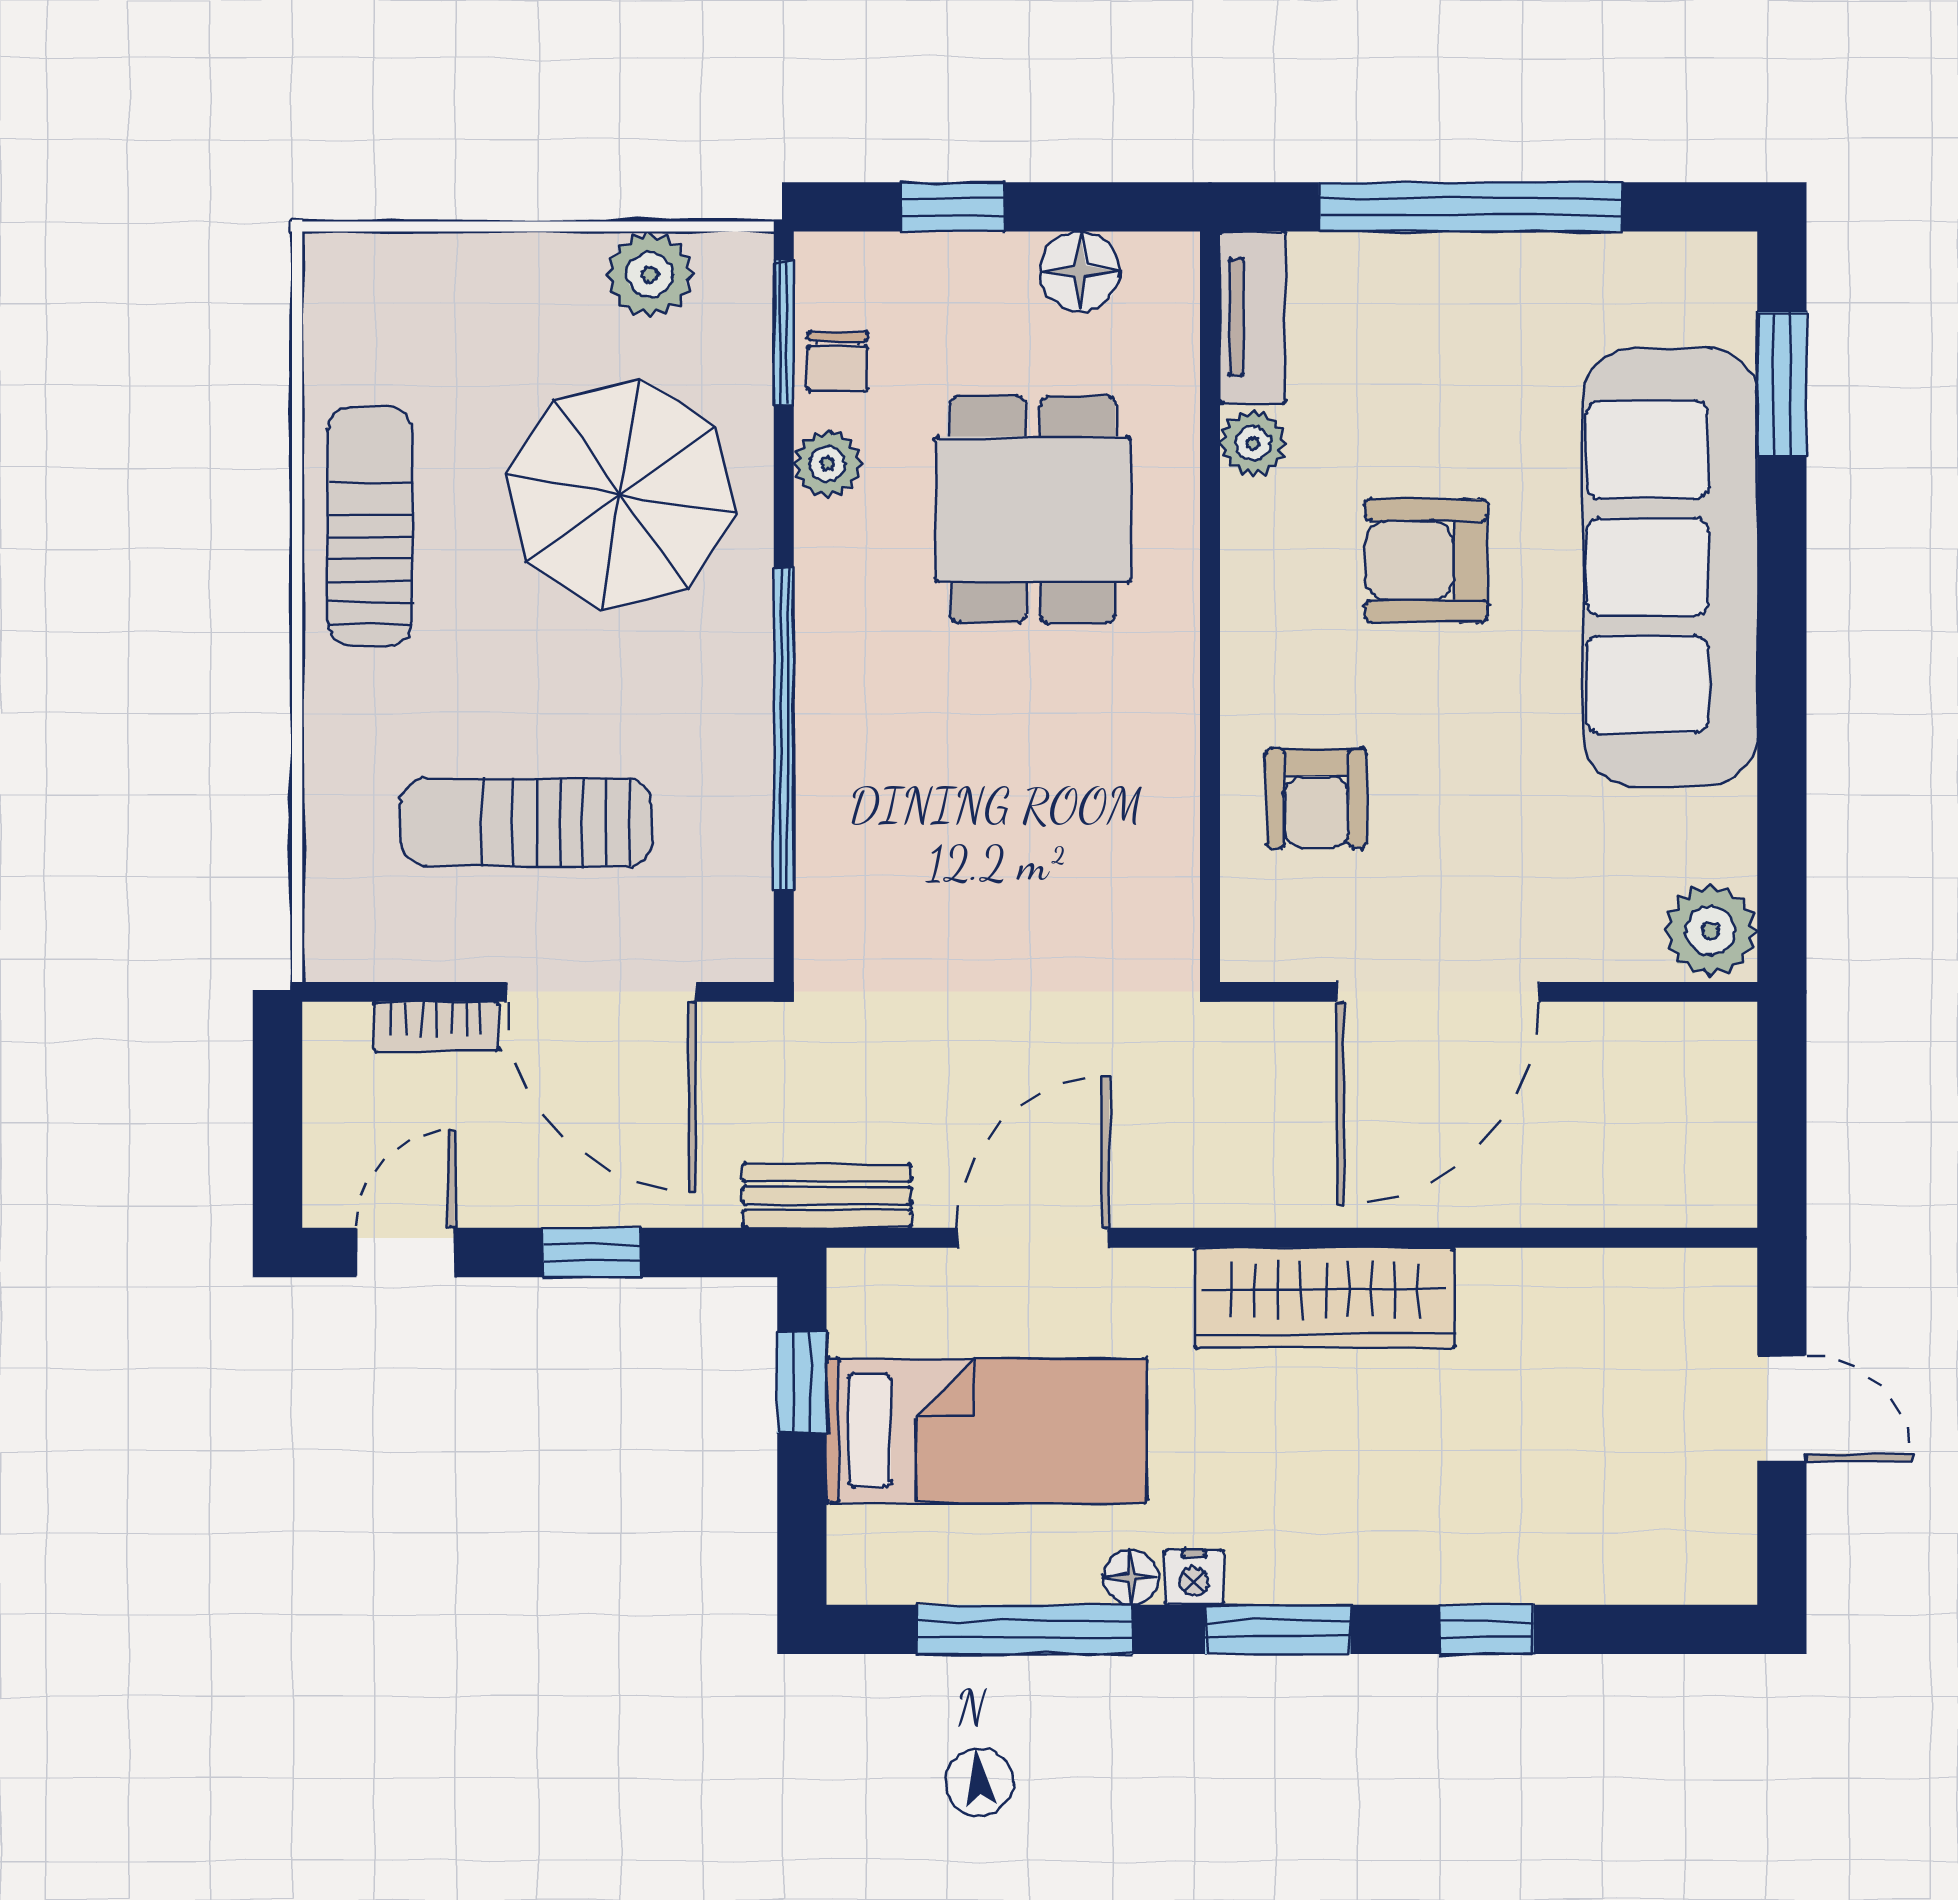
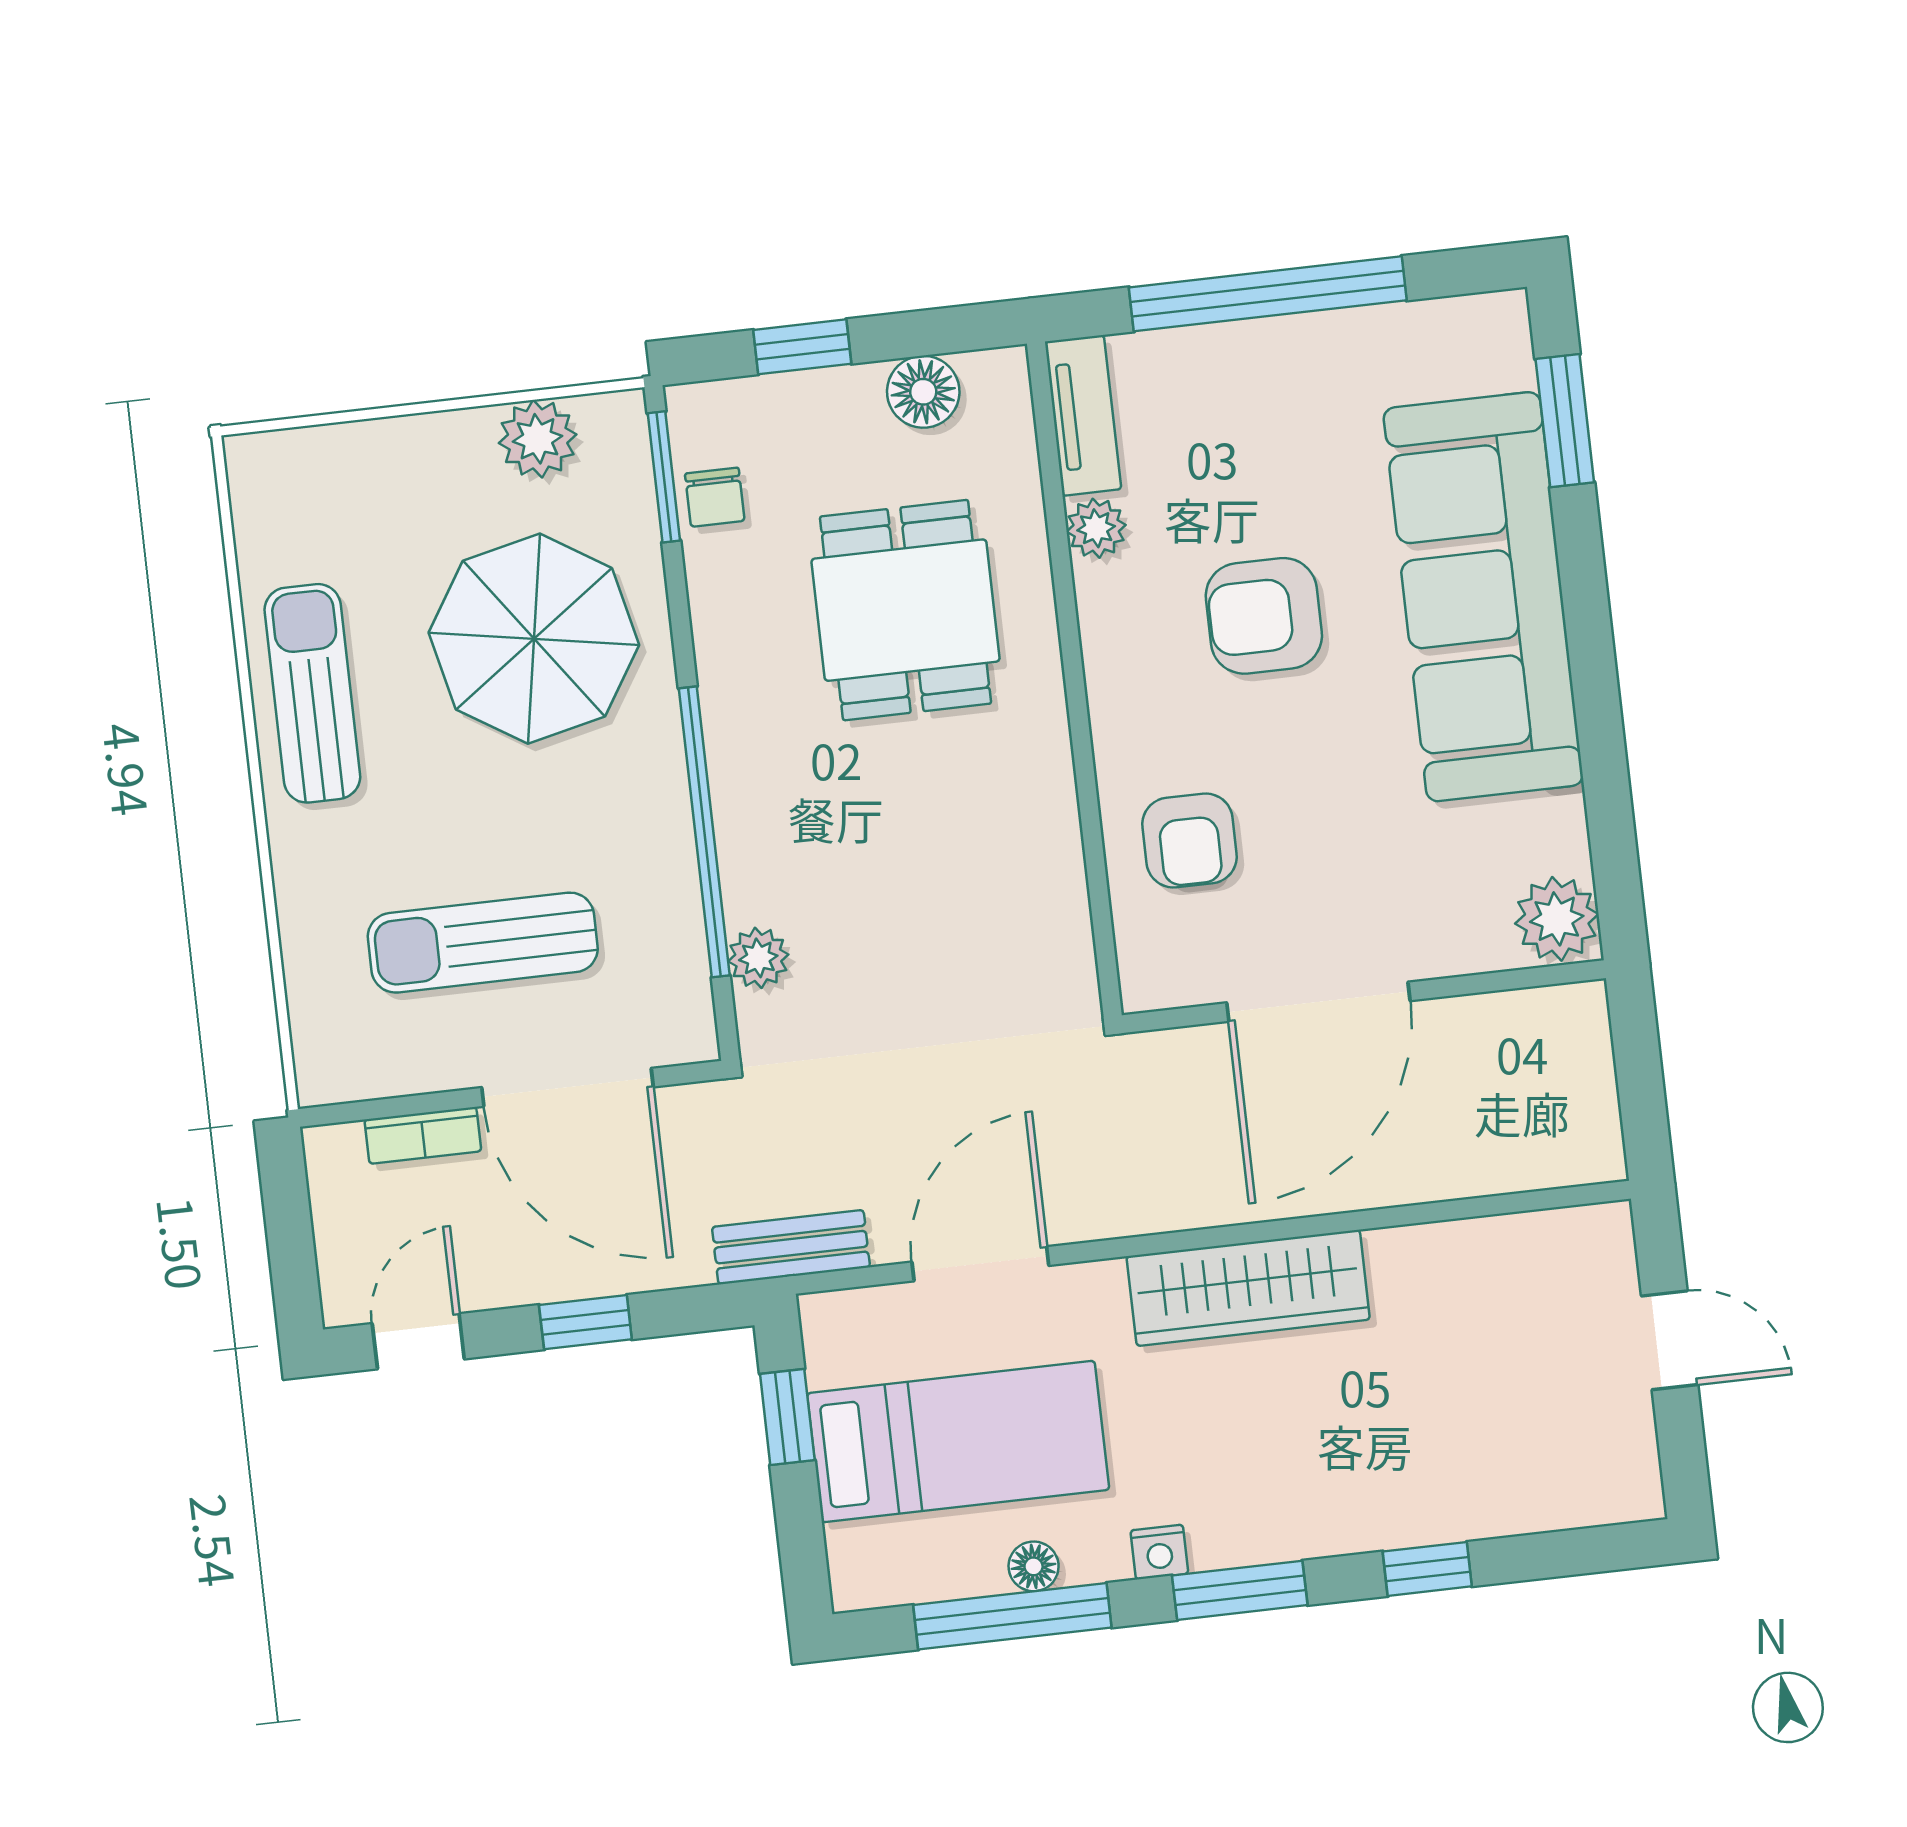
plant: (827, 463) -> (758, 958), moved
floor lamp: (1131, 1577) -> (1034, 1566), moved

